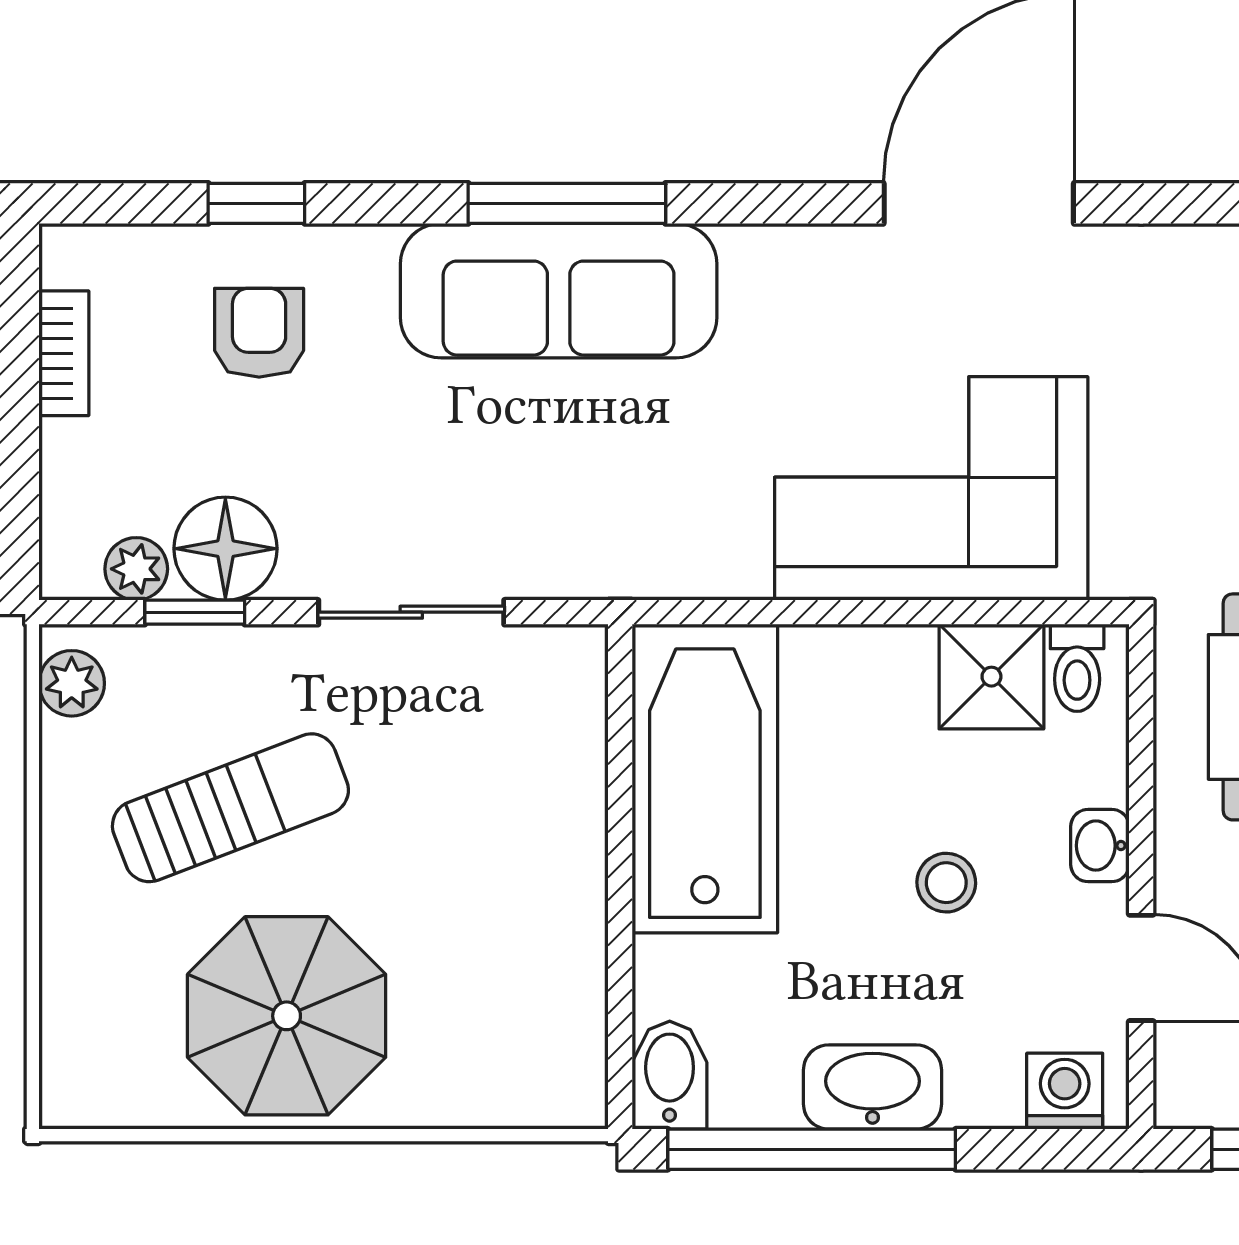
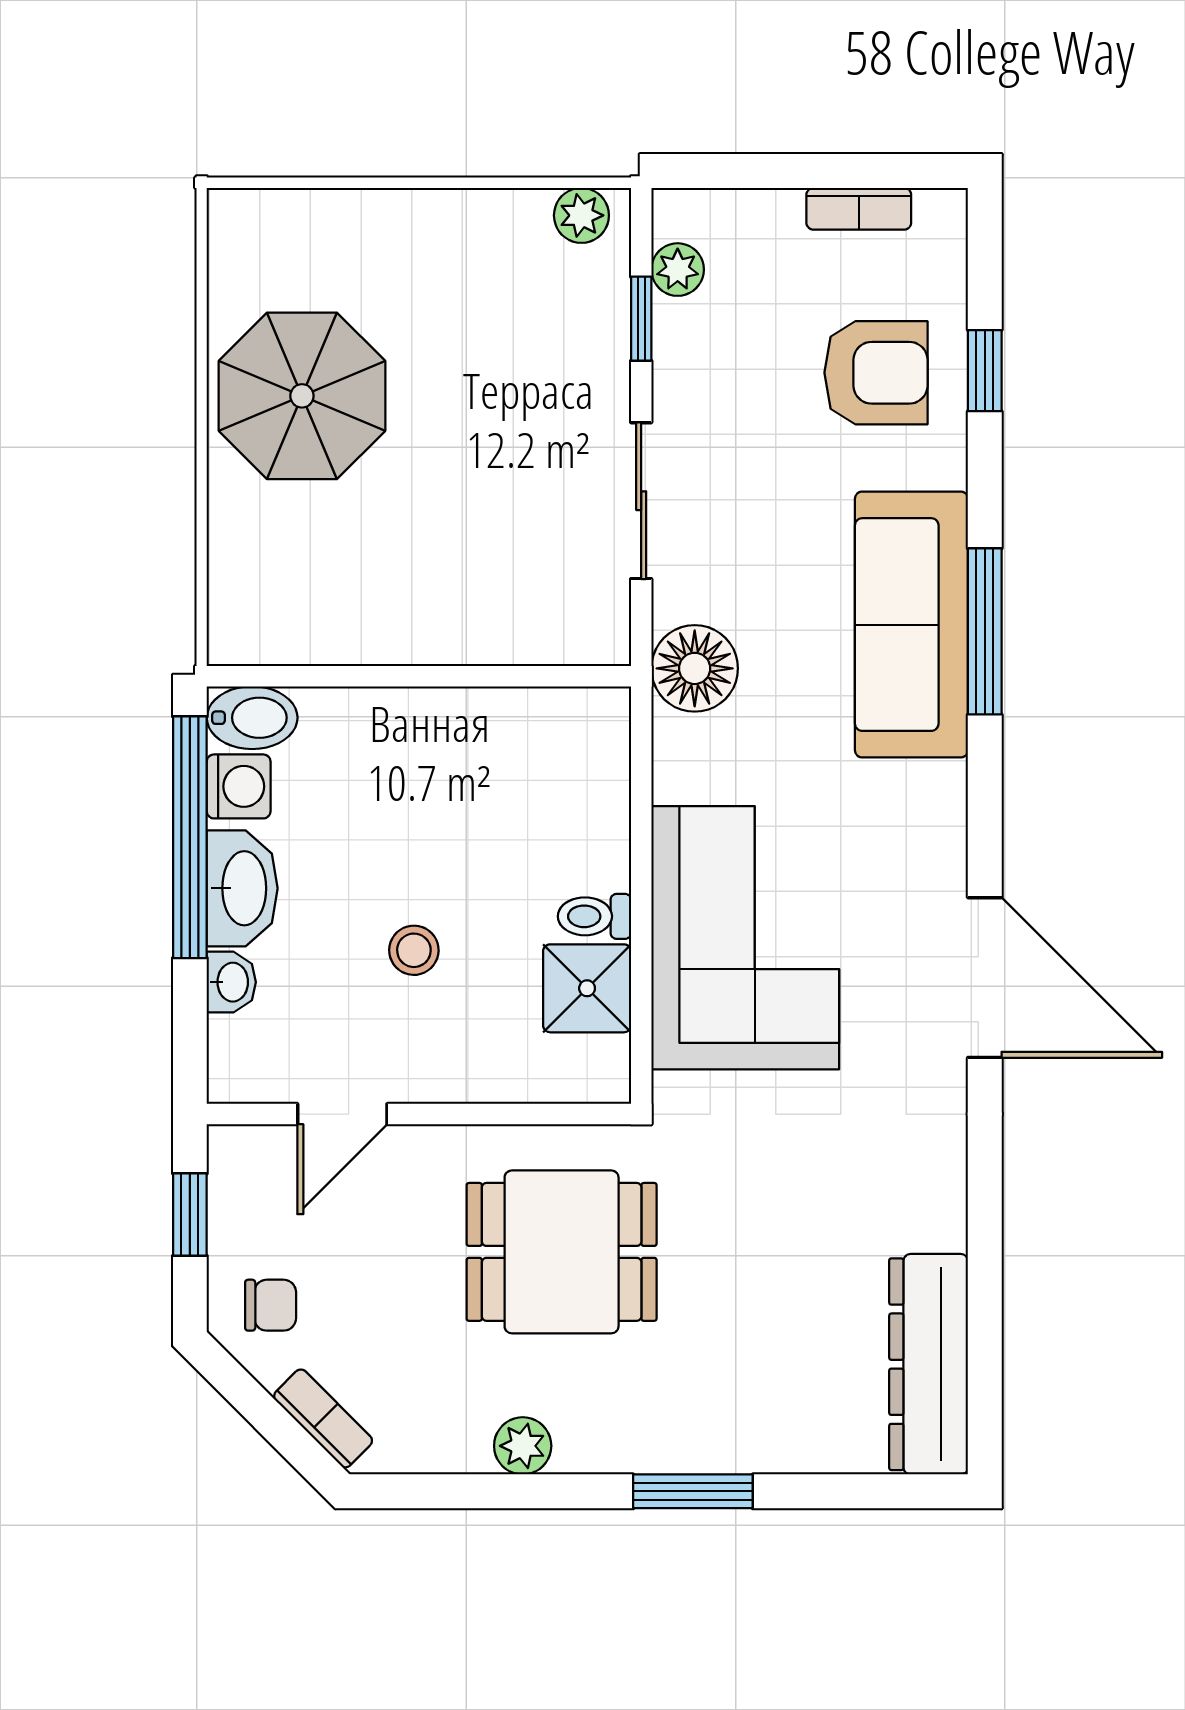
armchair: (259, 333) -> (876, 373), width x1.38, depth x1.38
floor lamp: (225, 549) -> (695, 668), moved
toilet: (1077, 668) -> (594, 916), moved
bathtub: (705, 779) -> (501, 747), removed
sun lounger: (230, 808) -> (477, 349), removed
washbasin: (1100, 846) -> (231, 982), moved, turned 90
washing machine: (1065, 1091) -> (239, 786), moved

